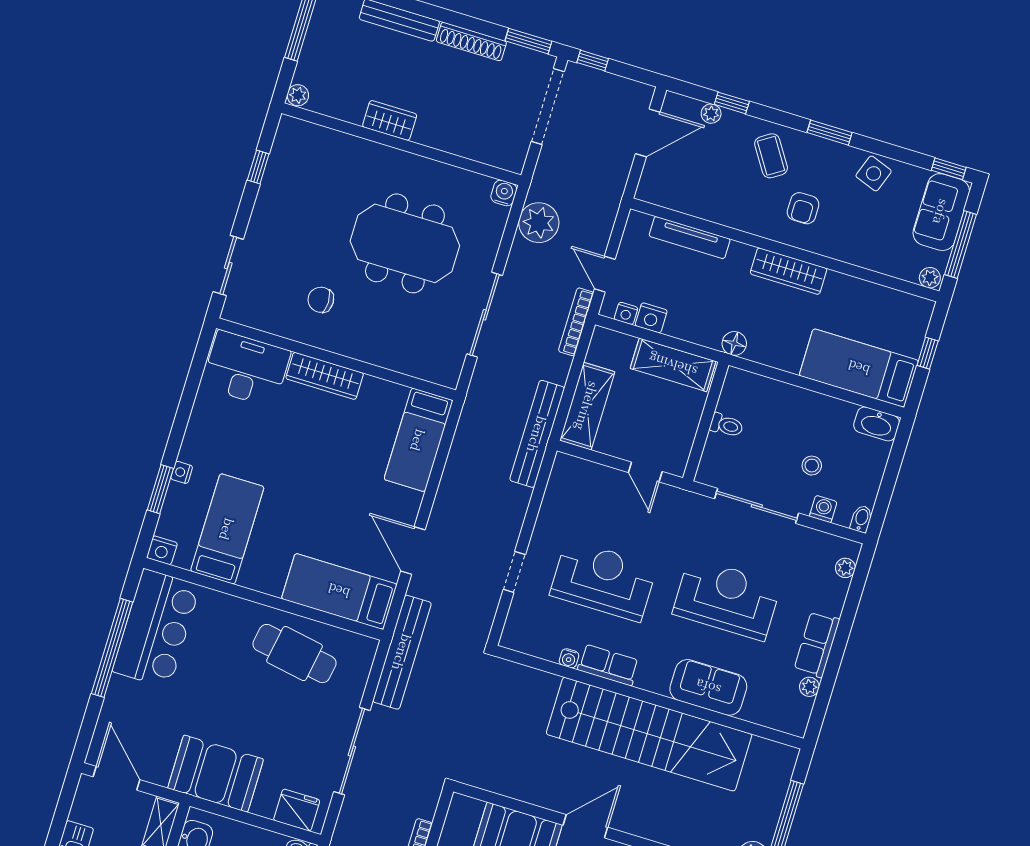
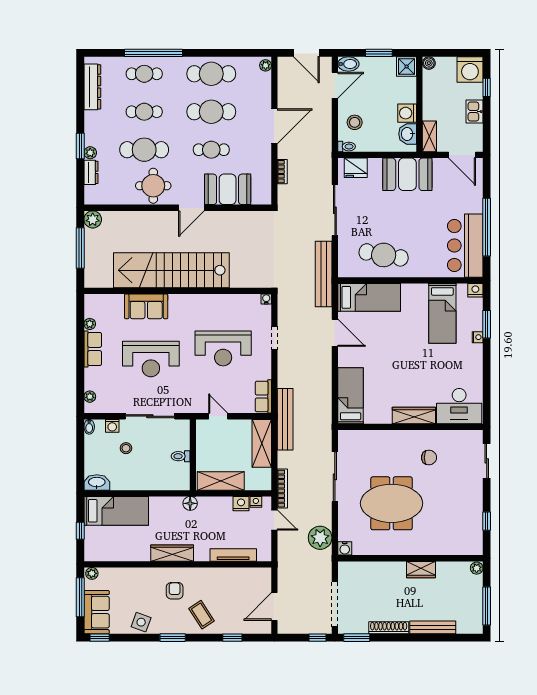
plant: (711, 114) -> (242, 628), removed
water cooler: (569, 658) -> (266, 299), moved
row of seats: (608, 665) -> (263, 396), moved, turned 90

